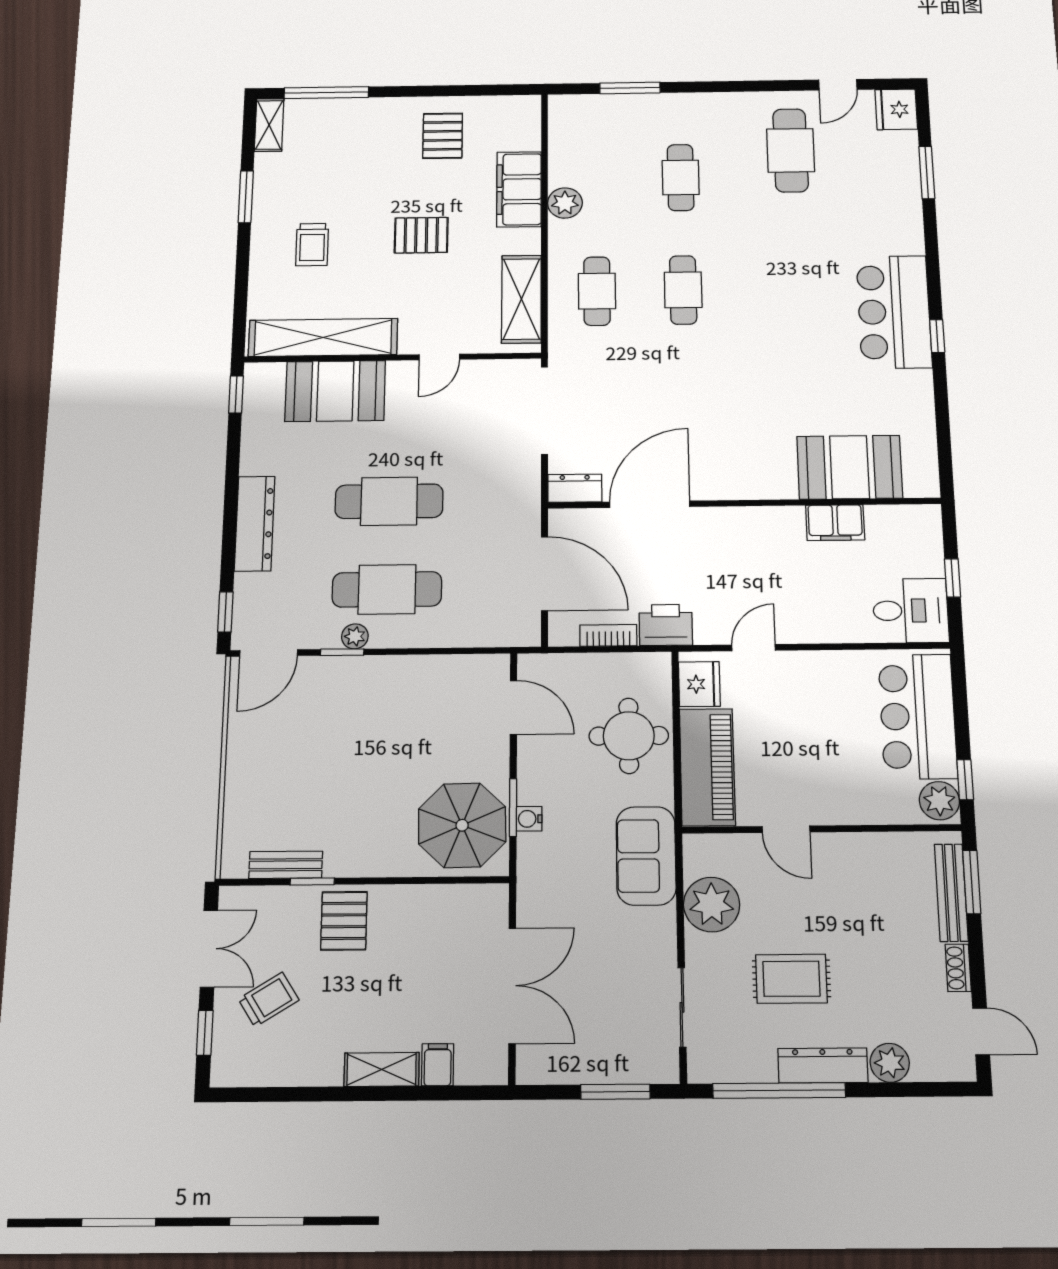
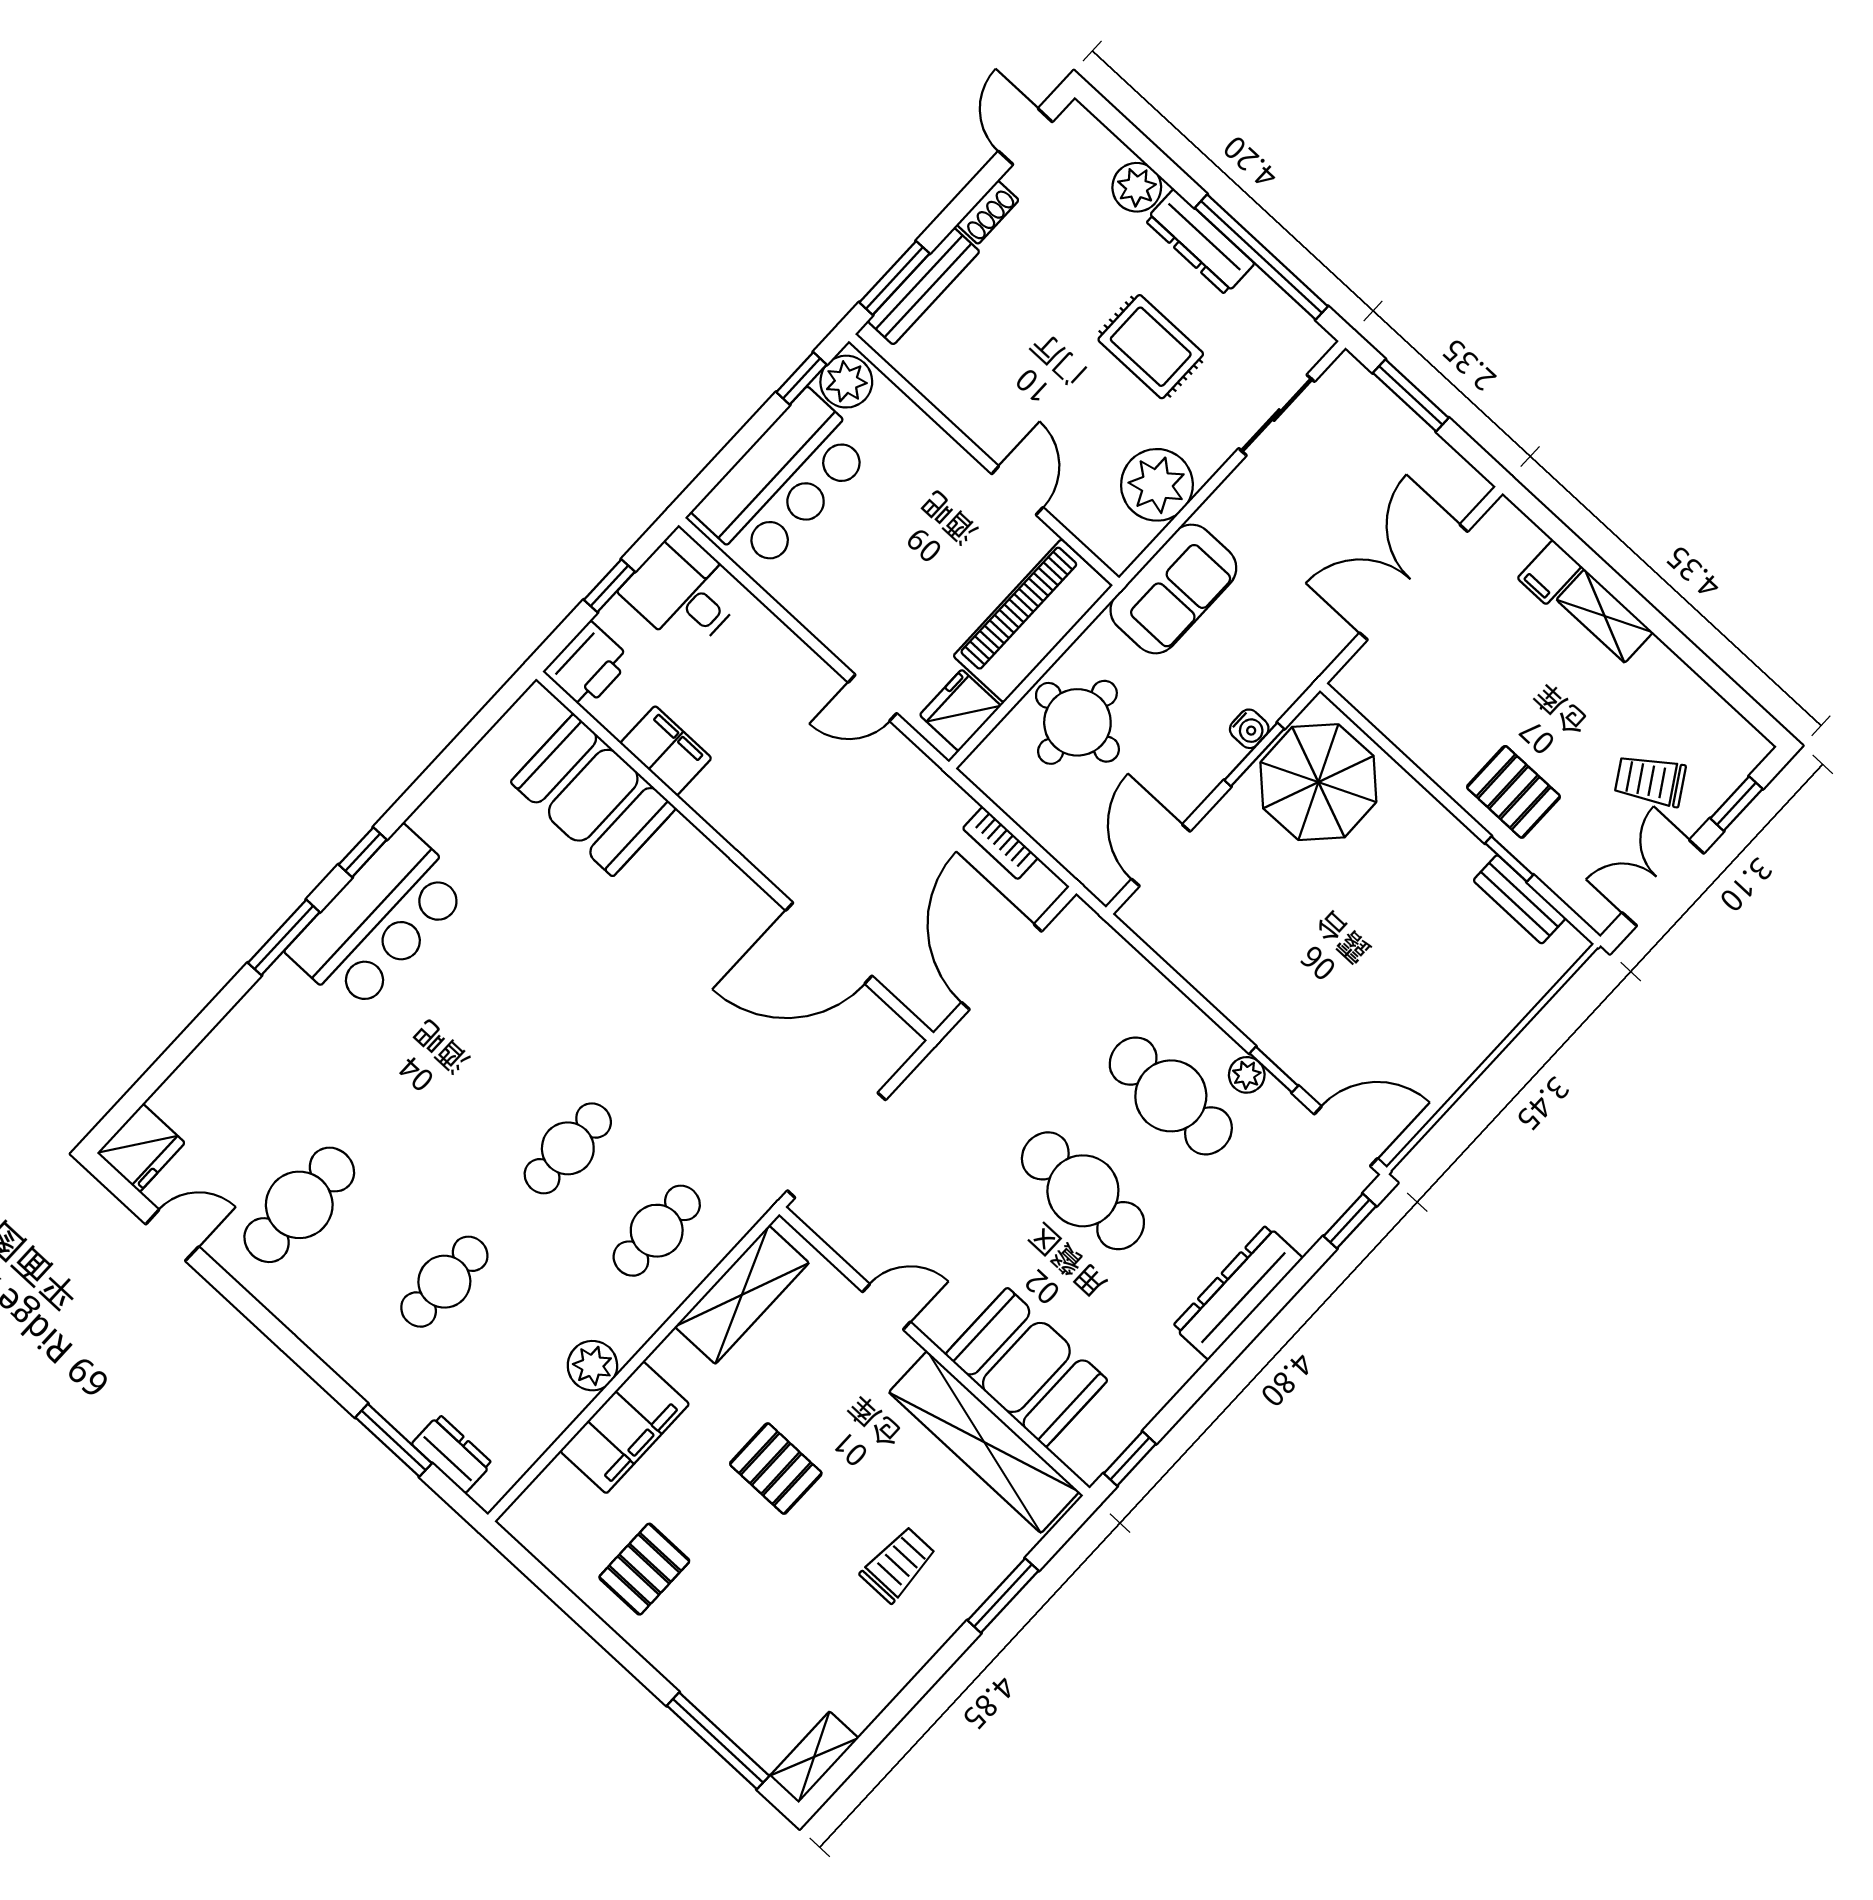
window: (927, 173) -> (284, 937), moved
window: (246, 197) -> (1003, 1596), moved
dresser: (575, 488) -> (452, 1454), moved, turned 180
printer: (666, 625) -> (588, 666), moved, turned -90
pallet: (344, 921) -> (1513, 792), turned 90

